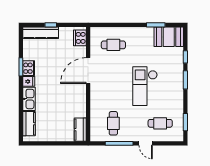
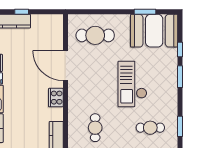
booth: (169, 37) -> (154, 31), width x1.36, depth x1.42
cooker: (80, 38) -> (56, 98), moved
cafe table: (113, 45) -> (95, 35), width x1.37, depth x1.35
door: (88, 71) -> (65, 66), hinge flipped

